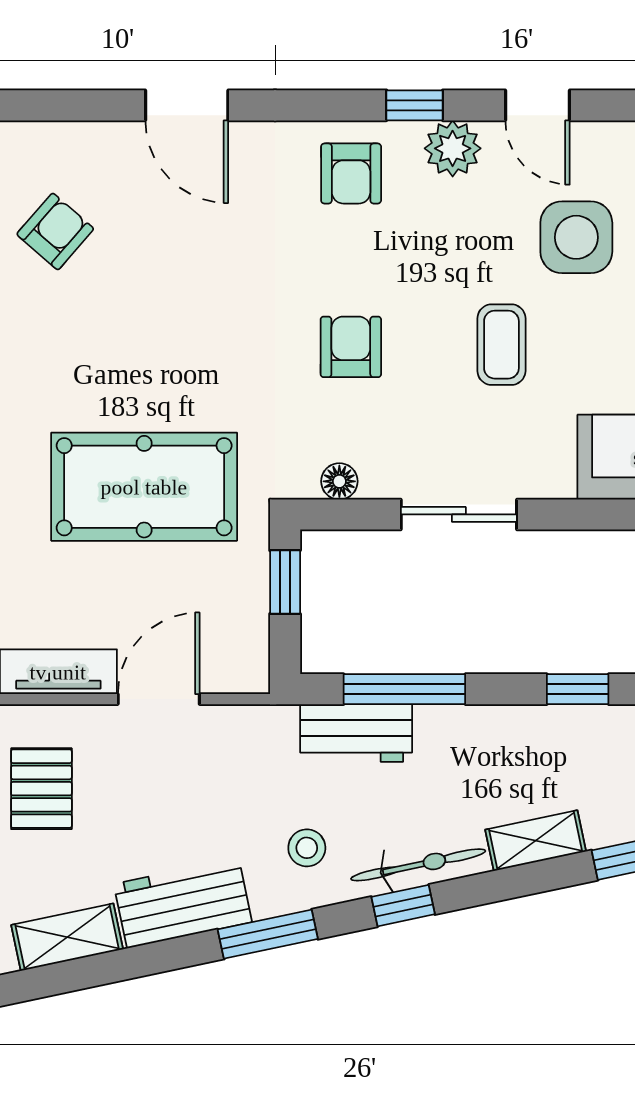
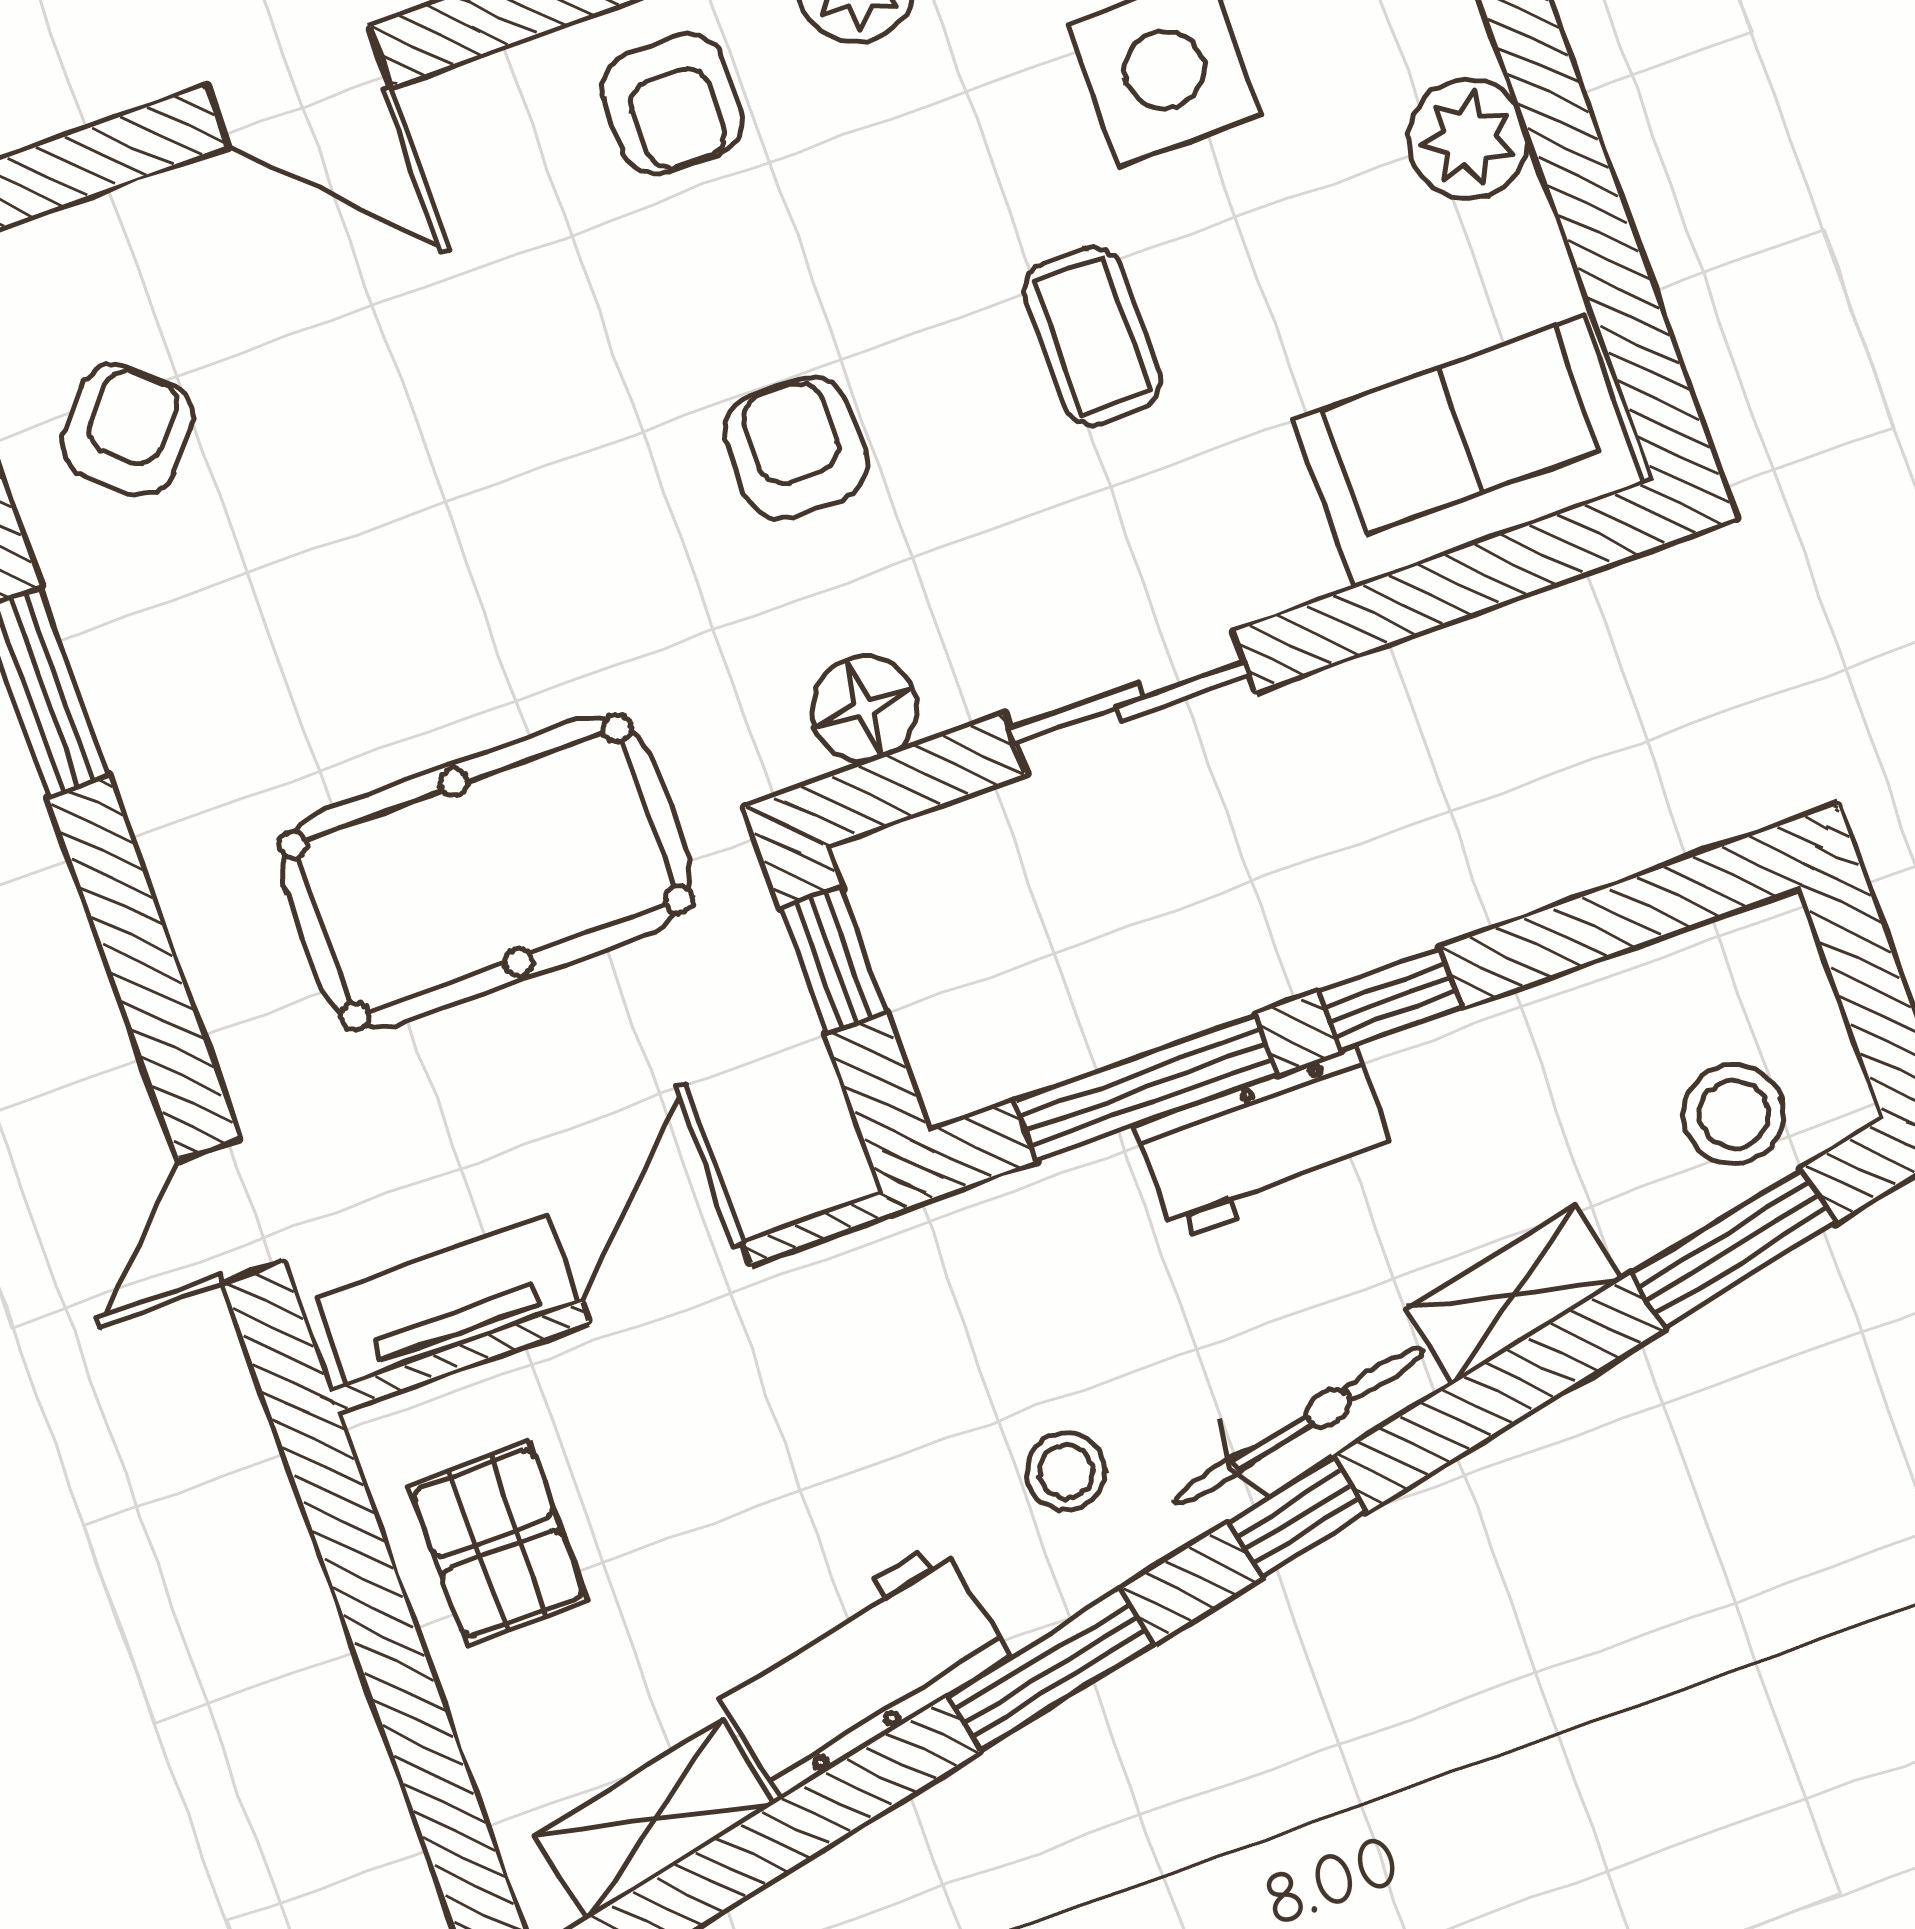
floor lamp: (339, 481) -> (864, 709), width x1.37, depth x1.37
window: (578, 689) -> (1391, 999), moved
workbench: (356, 733) -> (1265, 1143), moved

